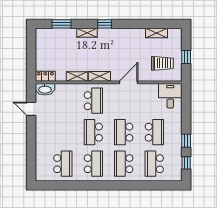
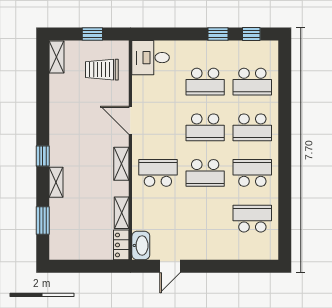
shelving: (156, 33) -> (56, 57), moved
trolley: (162, 63) -> (102, 70), turned -90
shelving: (77, 76) -> (122, 213), moved
school desk: (154, 132) -> (205, 82), turned 180

